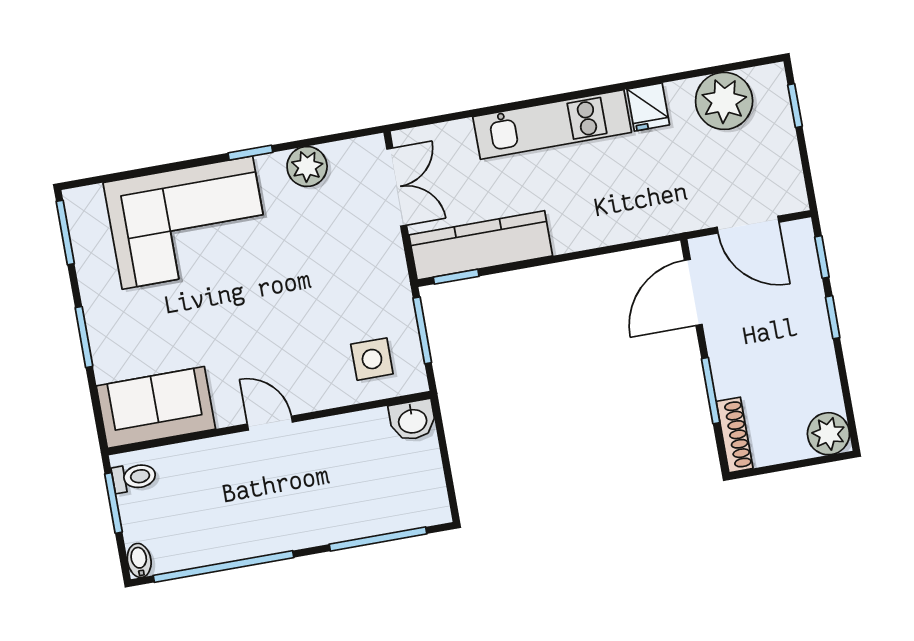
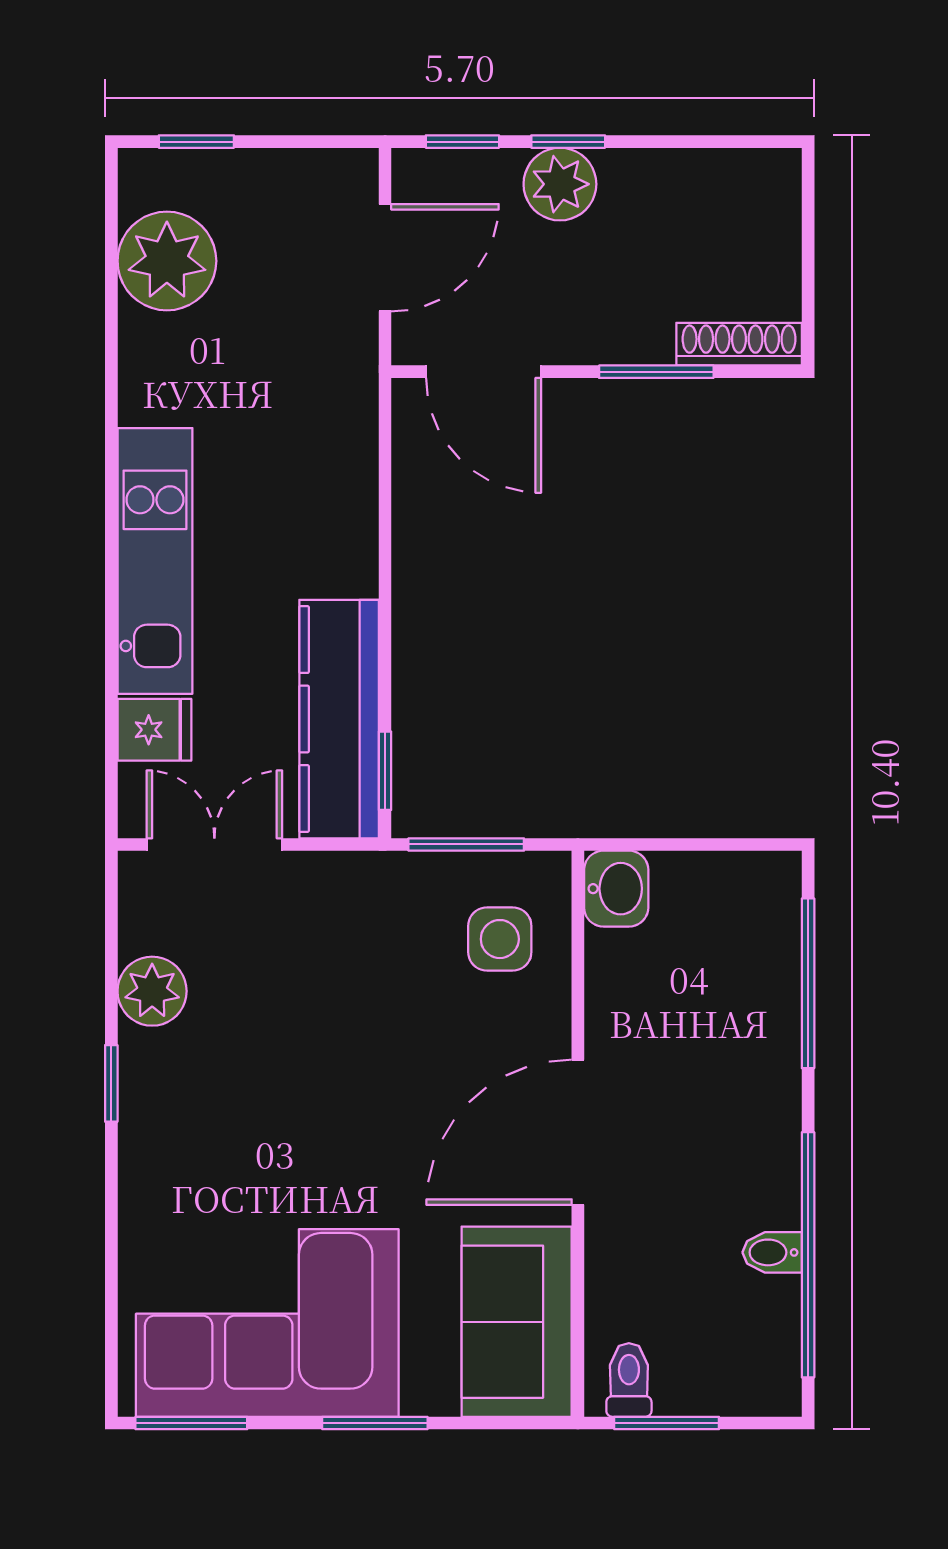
fridge: (648, 107) -> (154, 730), moved
corner sofa: (187, 223) -> (267, 1323), moved, turned -90
door: (270, 423) -> (578, 1132), width x1.87
plant: (828, 434) -> (560, 184), moved
bidet: (139, 560) -> (772, 1252), moved

